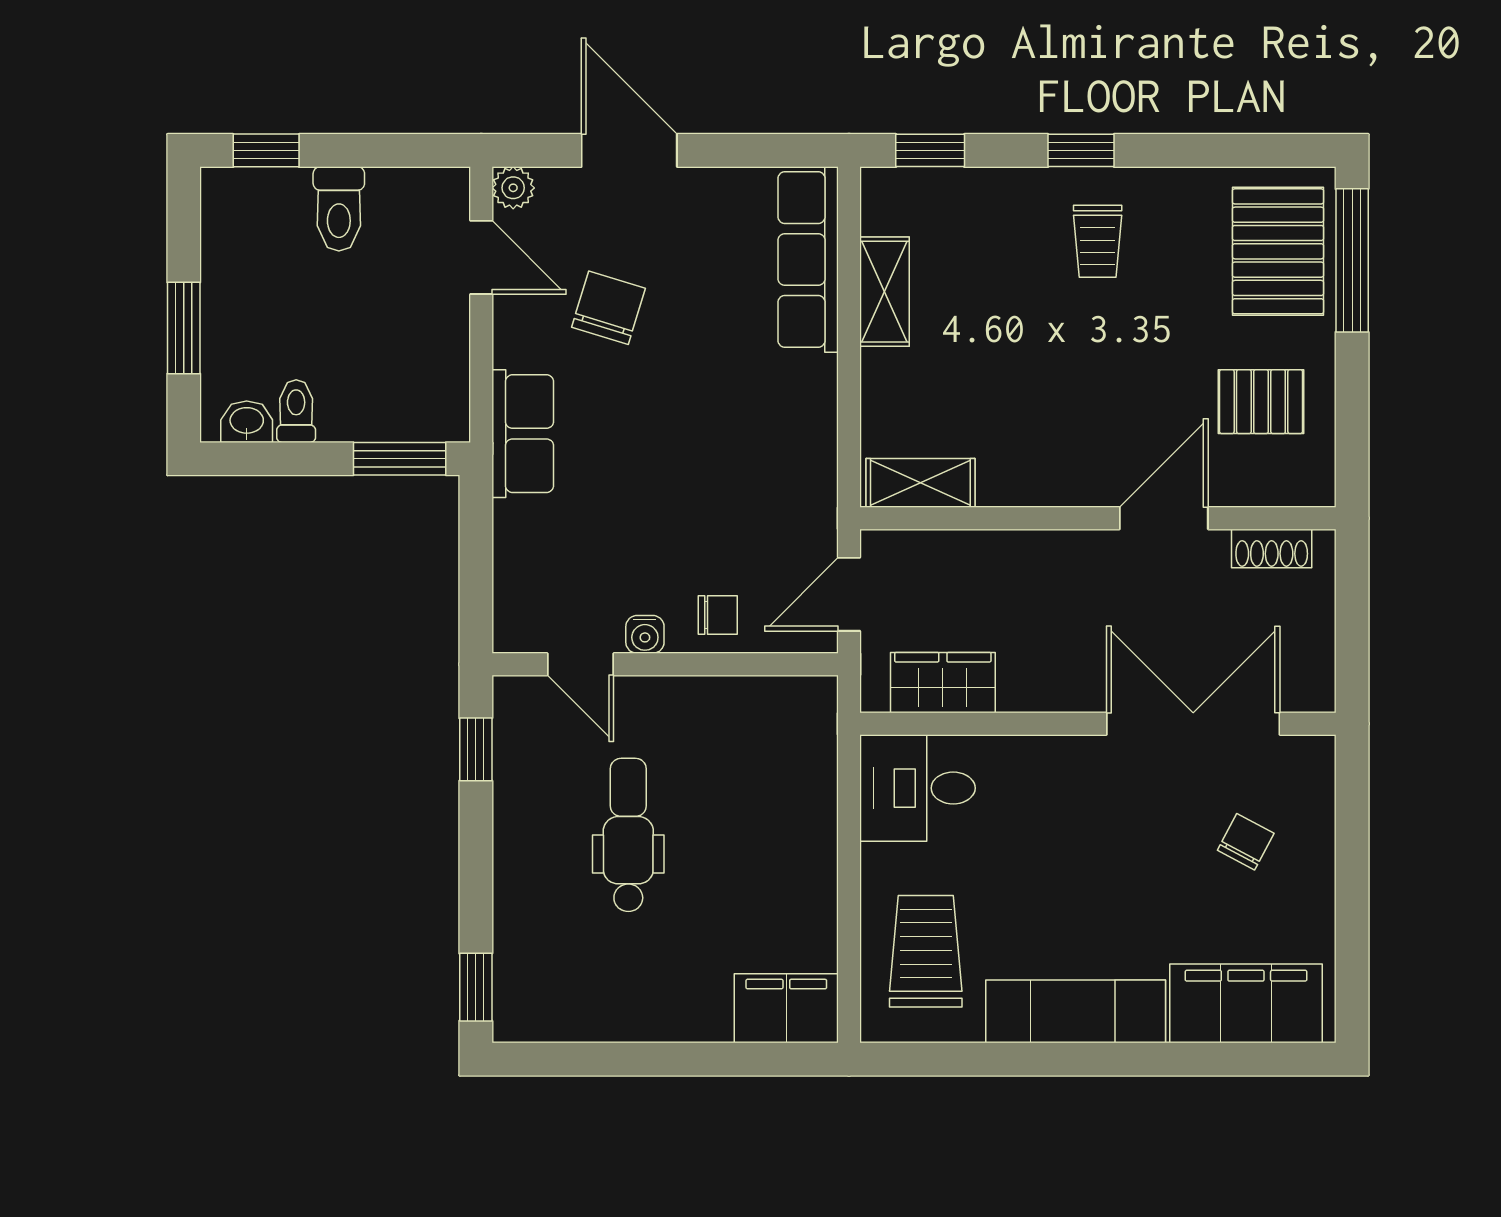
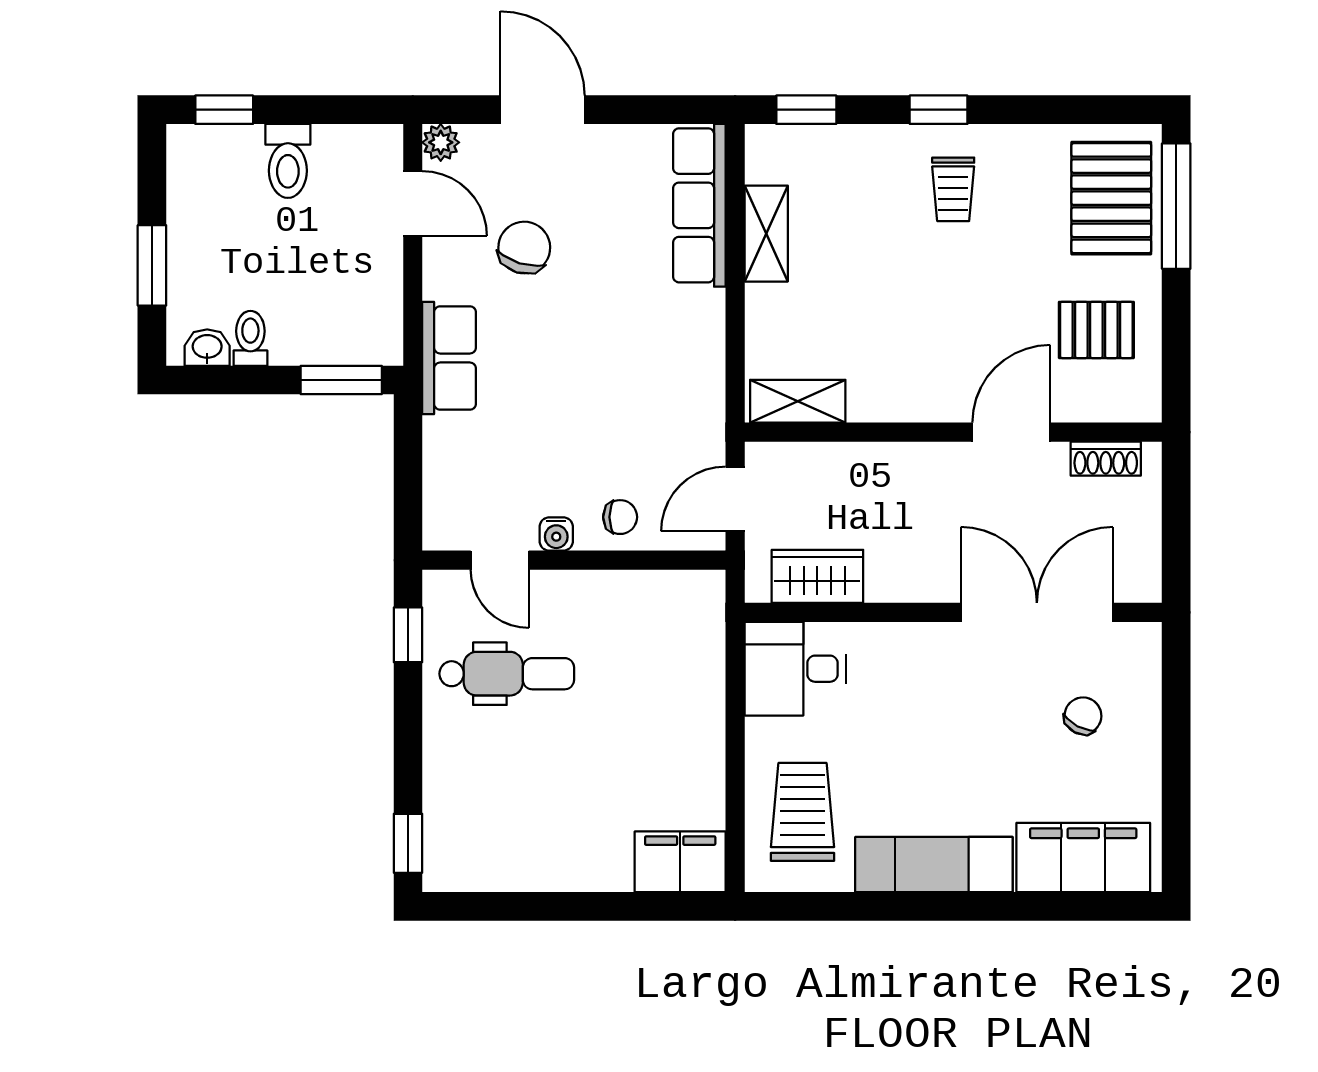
dental chair: (628, 835) -> (507, 674), moved, turned 90

